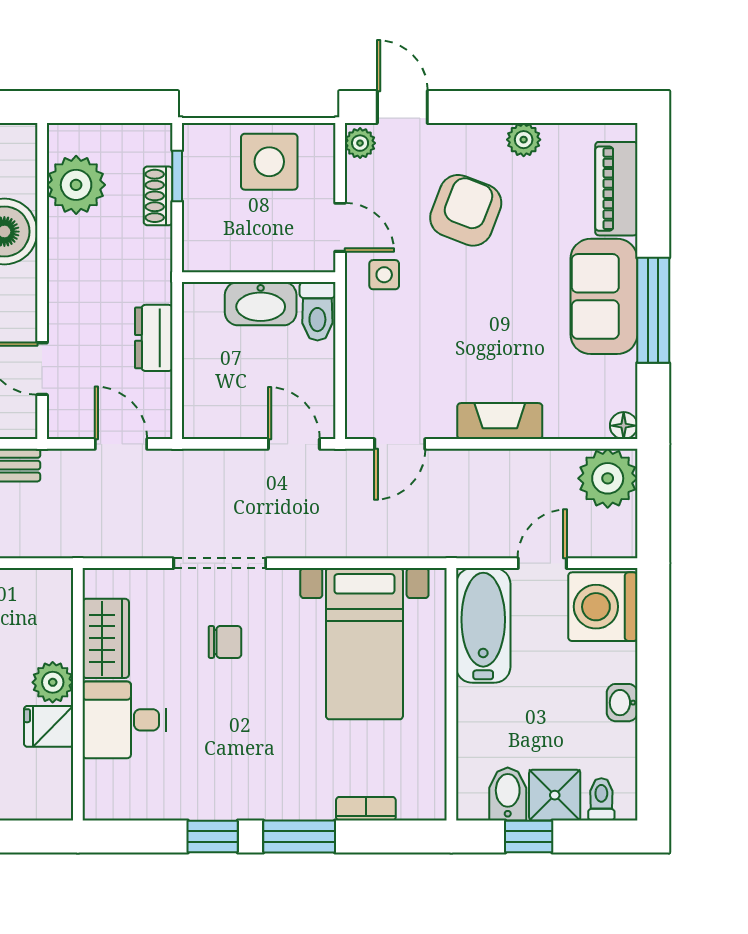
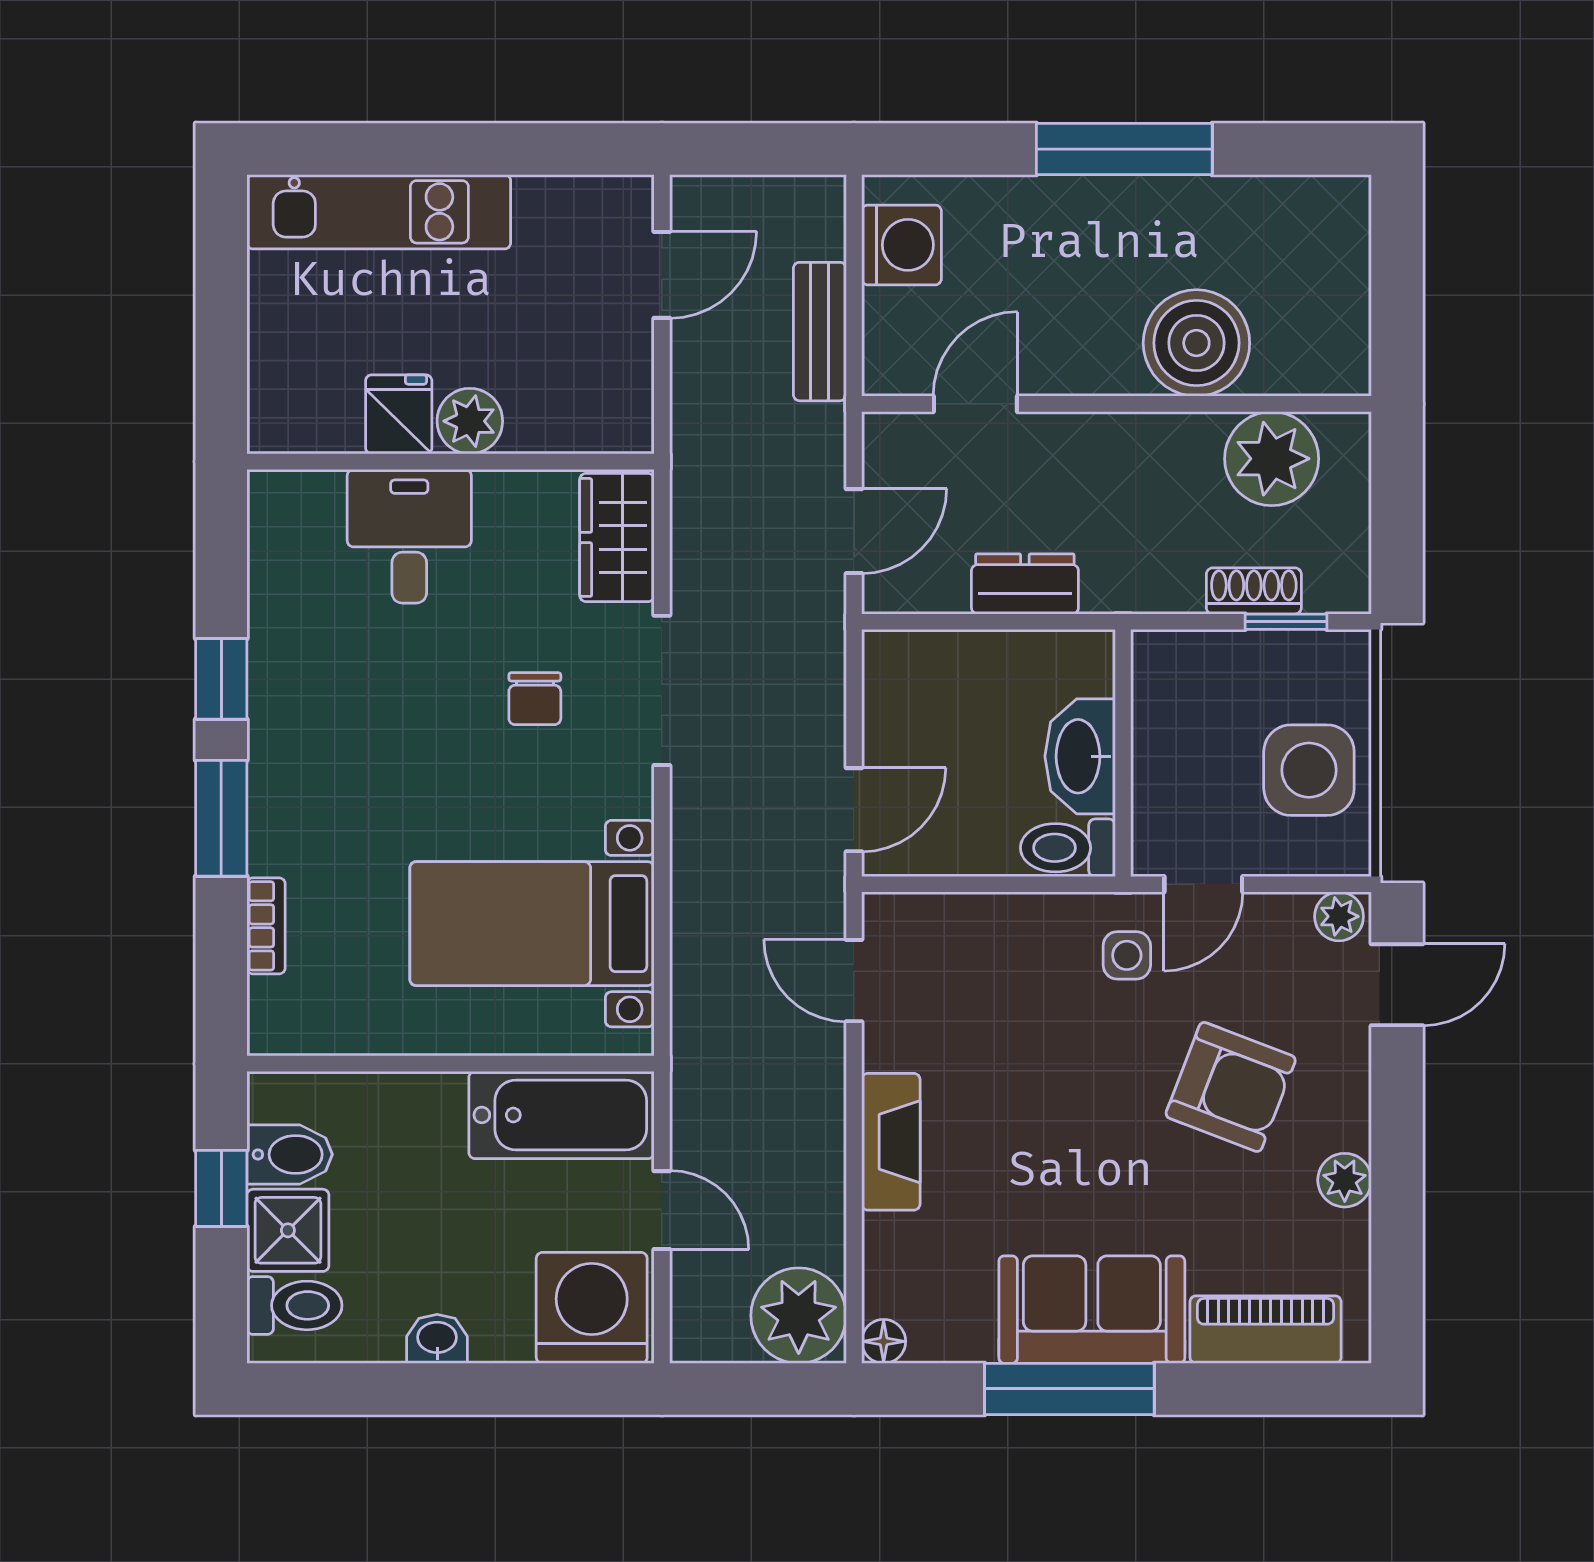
wardrobe: (106, 638) -> (617, 537), moved, turned 90
toilet: (601, 799) -> (294, 1305), width x1.37, depth x1.39

